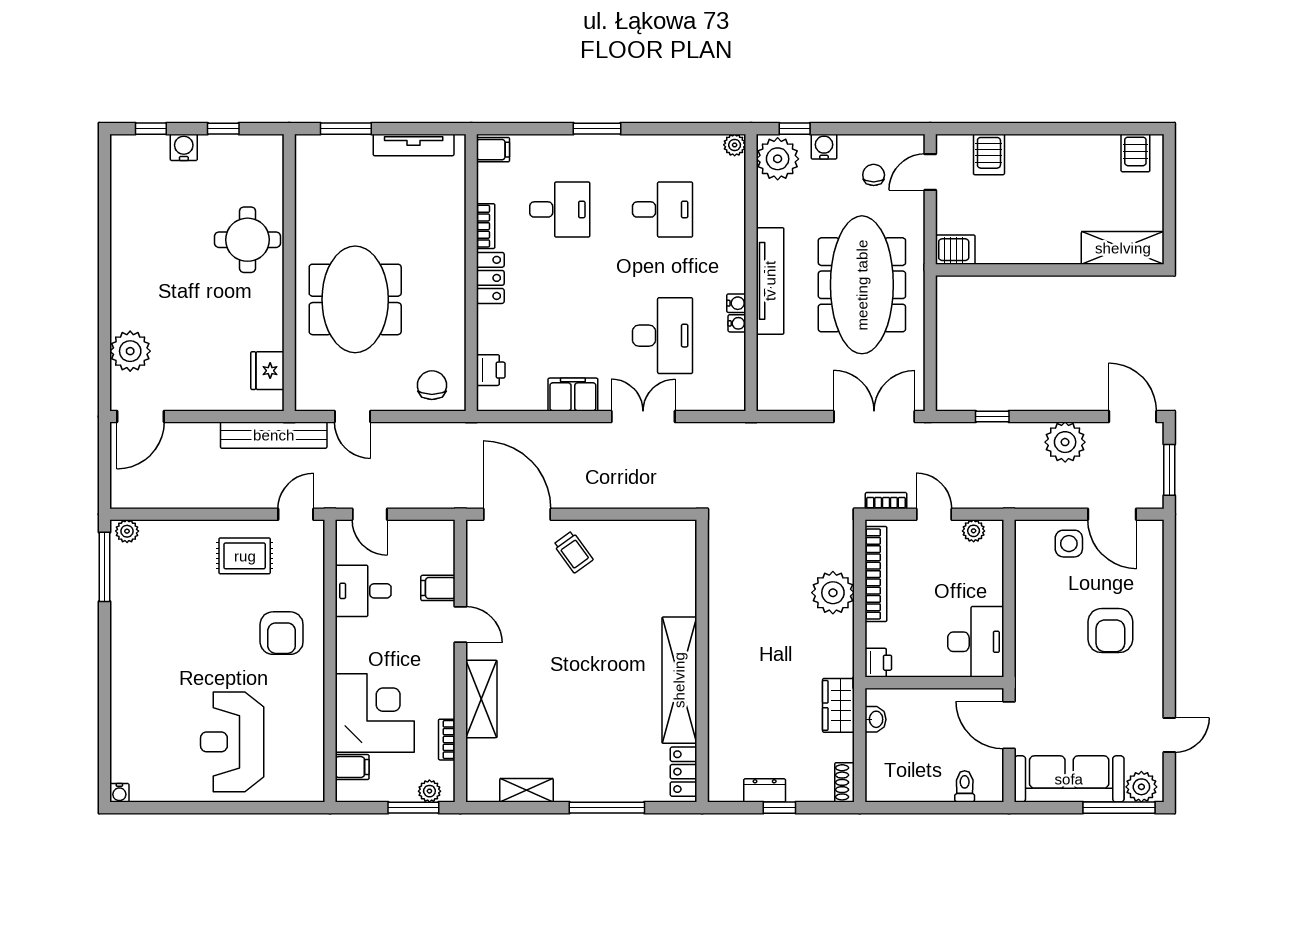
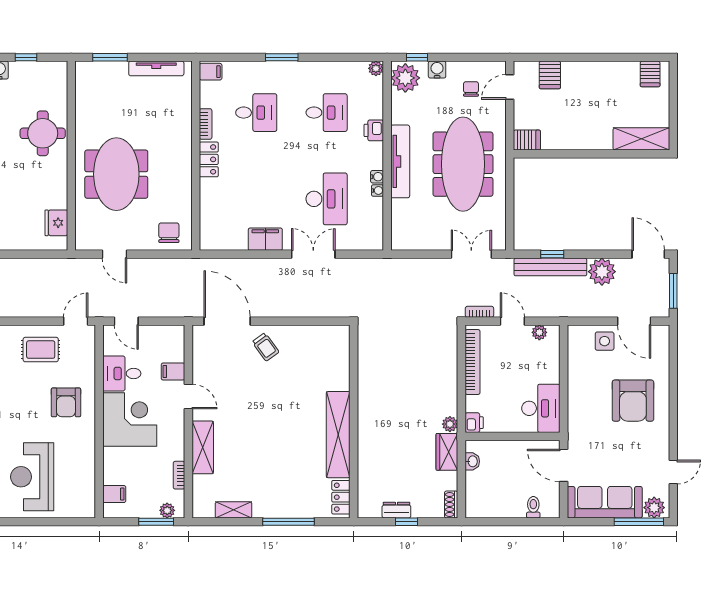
printer: (491, 370) -> (374, 130), moved, turned 180
double door: (874, 416) -> (471, 254), width x0.73
bench: (274, 435) -> (550, 267), moved
plant: (833, 593) -> (450, 424), moved, width x0.53, depth x0.53
armchair: (1110, 631) -> (633, 401), width x1.36, depth x1.36
corner desk: (375, 713) -> (130, 419), moved

